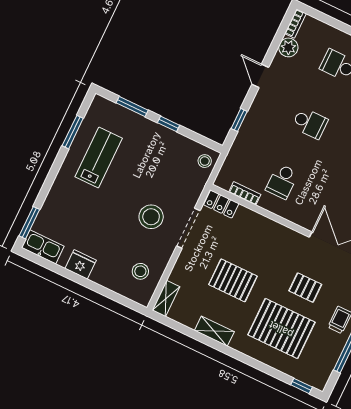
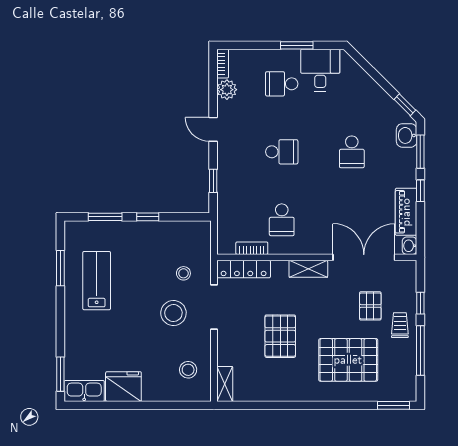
stool: (205, 161) -> (183, 273), moved
locker: (221, 204) -> (244, 269), width x1.53
fridge: (81, 264) -> (123, 387), width x1.36, depth x1.34
pallet: (233, 280) -> (280, 336), turned 90
pallet: (305, 288) -> (370, 306), moved, turned 90
shelving: (214, 331) -> (308, 269), moved
window: (302, 386) -> (393, 405), width x1.50

